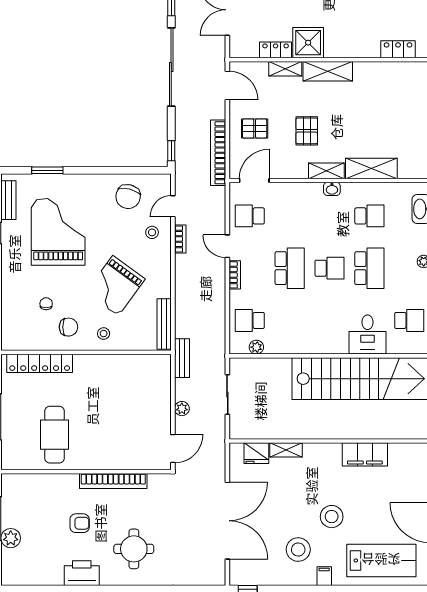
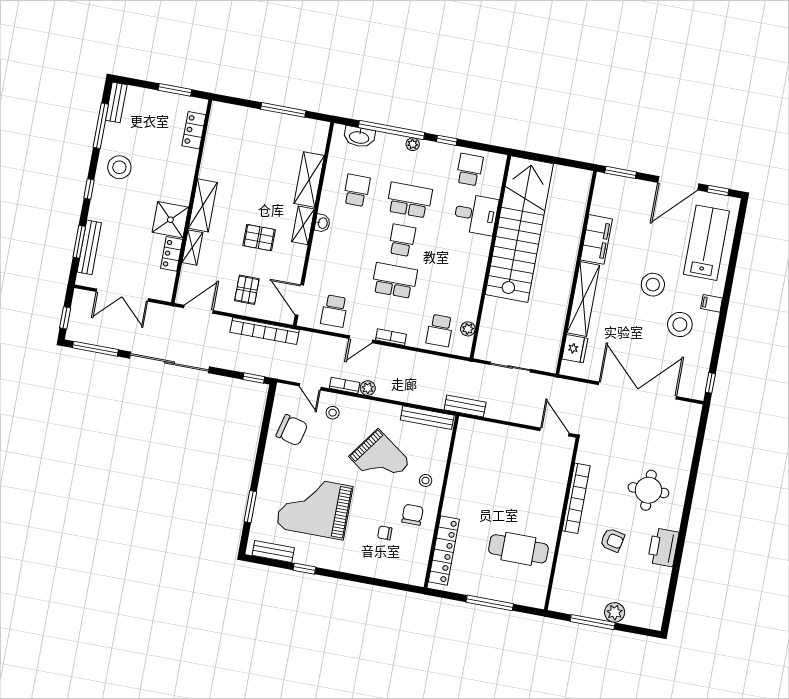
plant: (182, 409) -> (368, 388), moved
shelving: (286, 450) -> (583, 299), width x2.20, depth x1.33
armchair: (80, 523) -> (612, 540), turned 102

